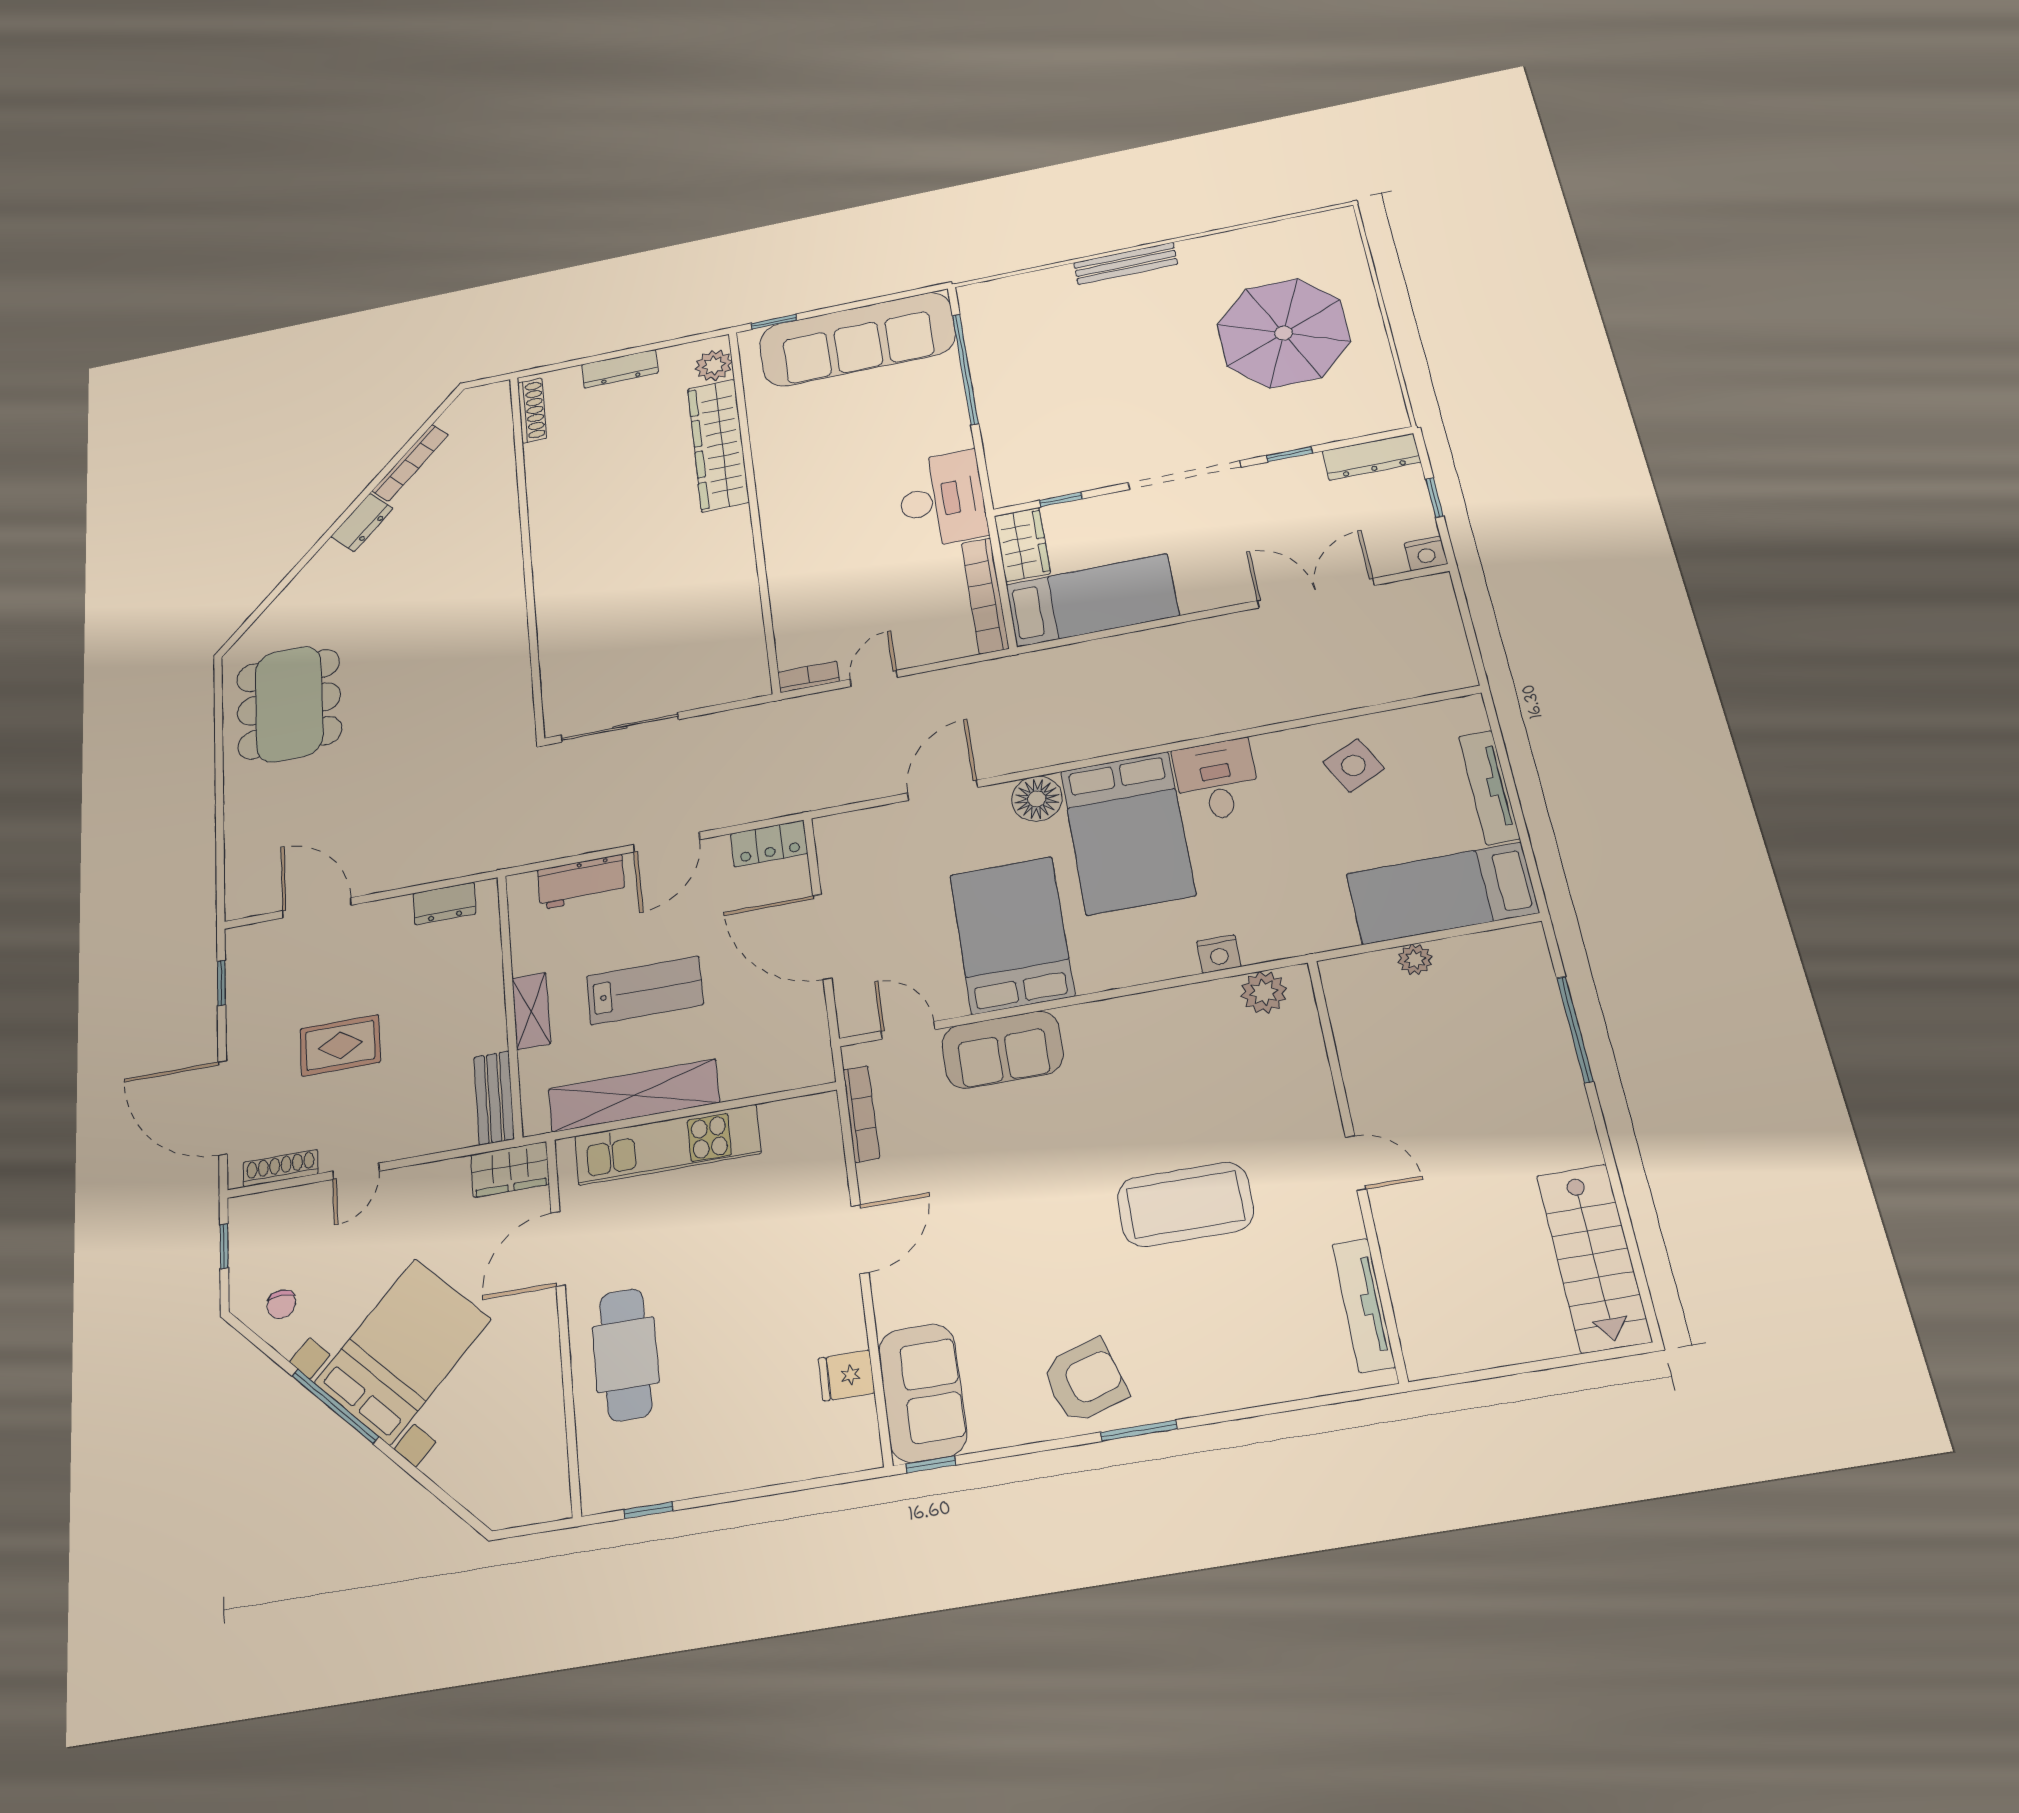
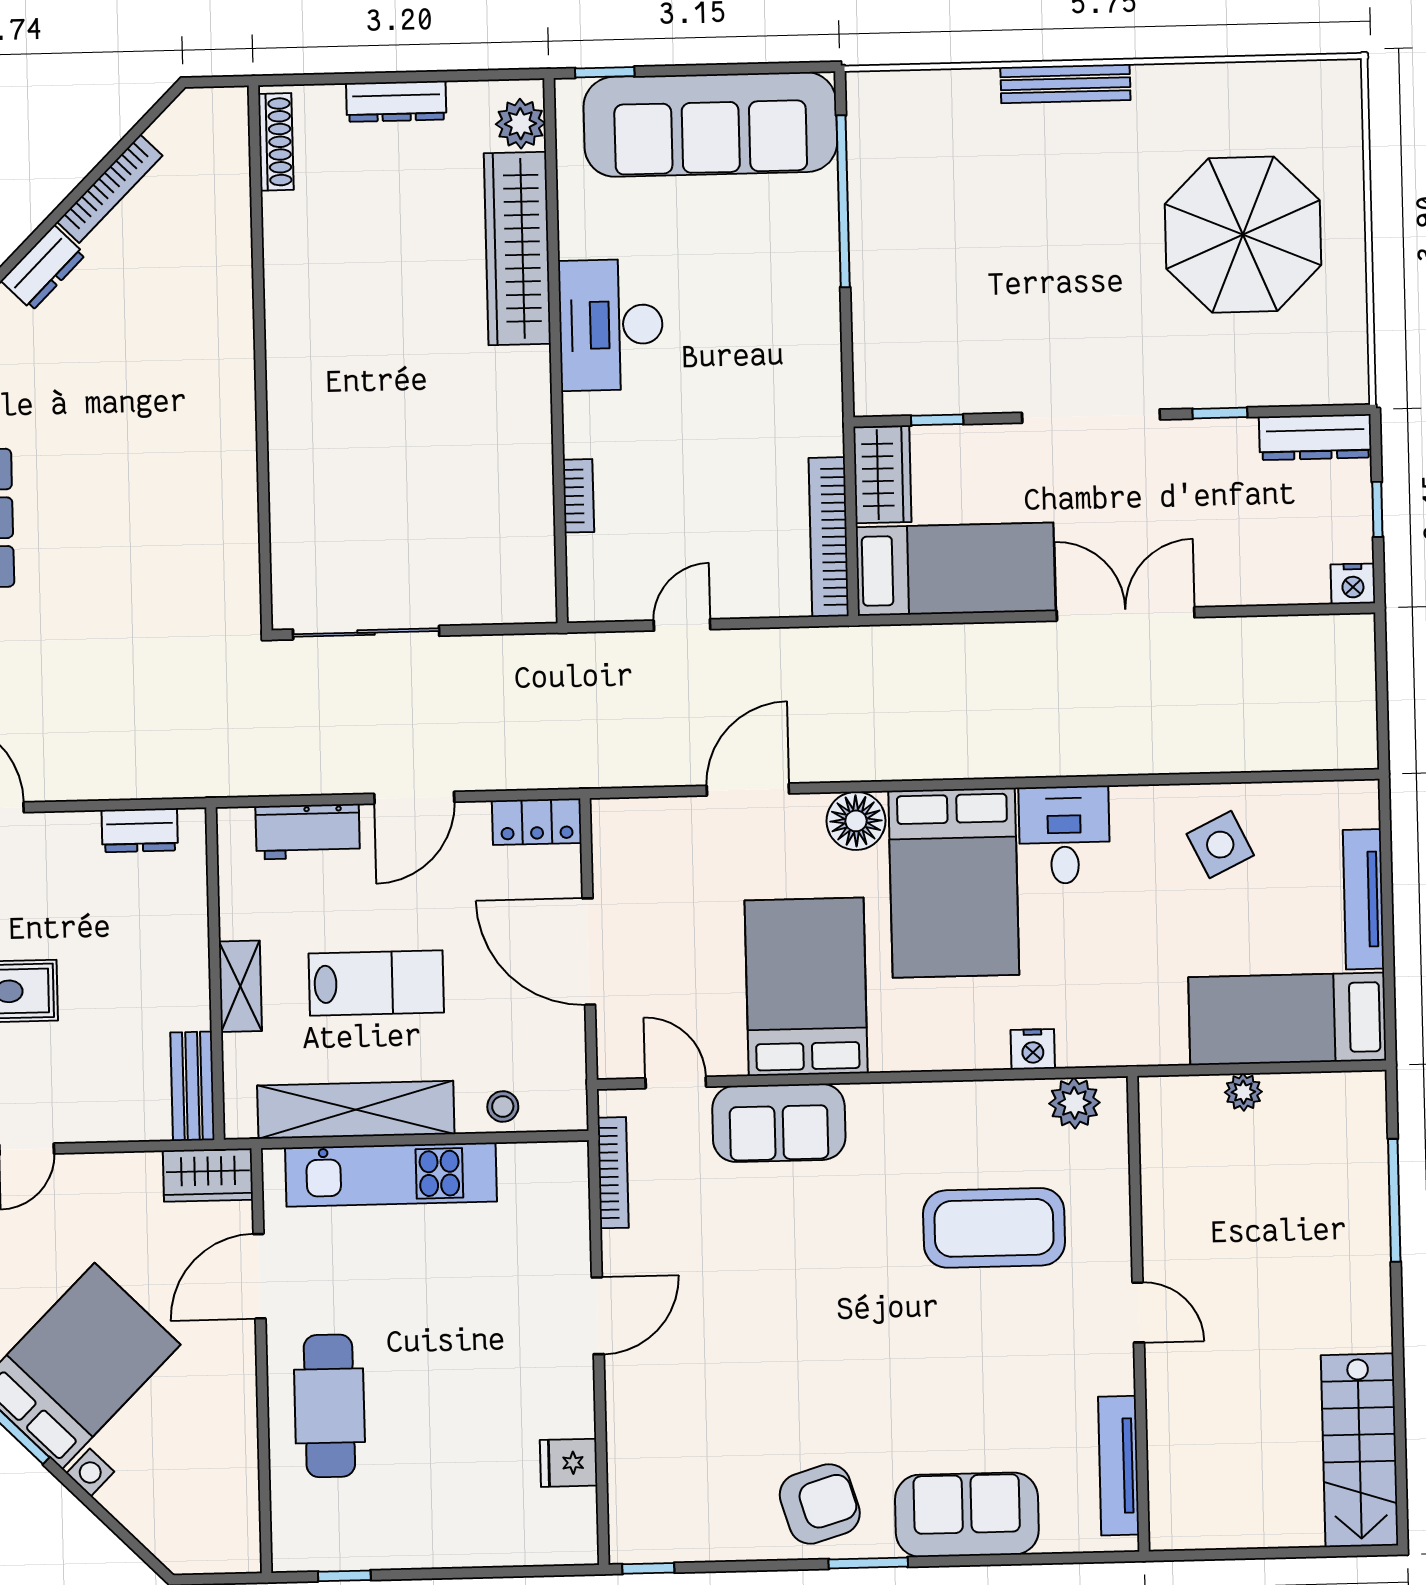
desk: (942, 499) -> (611, 325), moved, turned 180
double door: (1316, 593) -> (1126, 614), moved
bookcase: (808, 677) -> (578, 496), moved, turned 90
stool: (760, 1073) -> (503, 1107), added
coffee table: (1185, 1204) -> (994, 1228), moved
sofa: (923, 1393) -> (967, 1515), moved, turned -90

